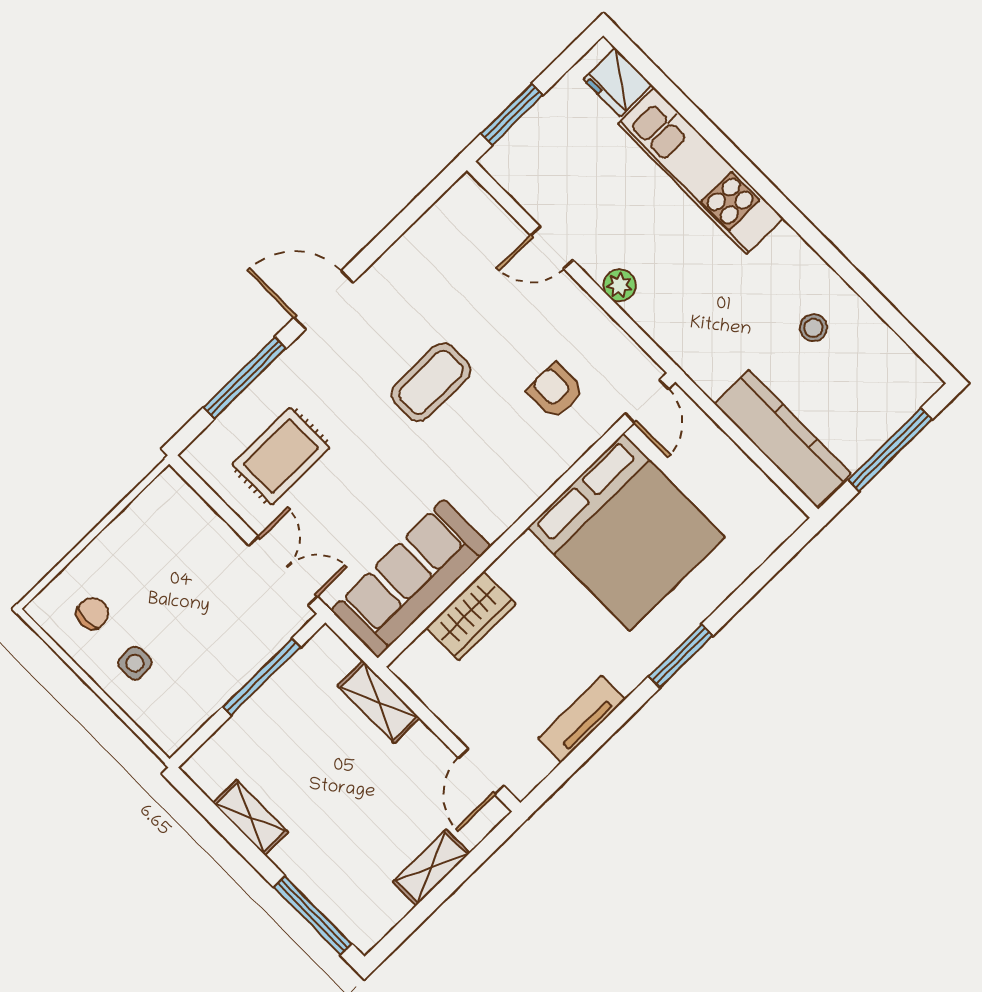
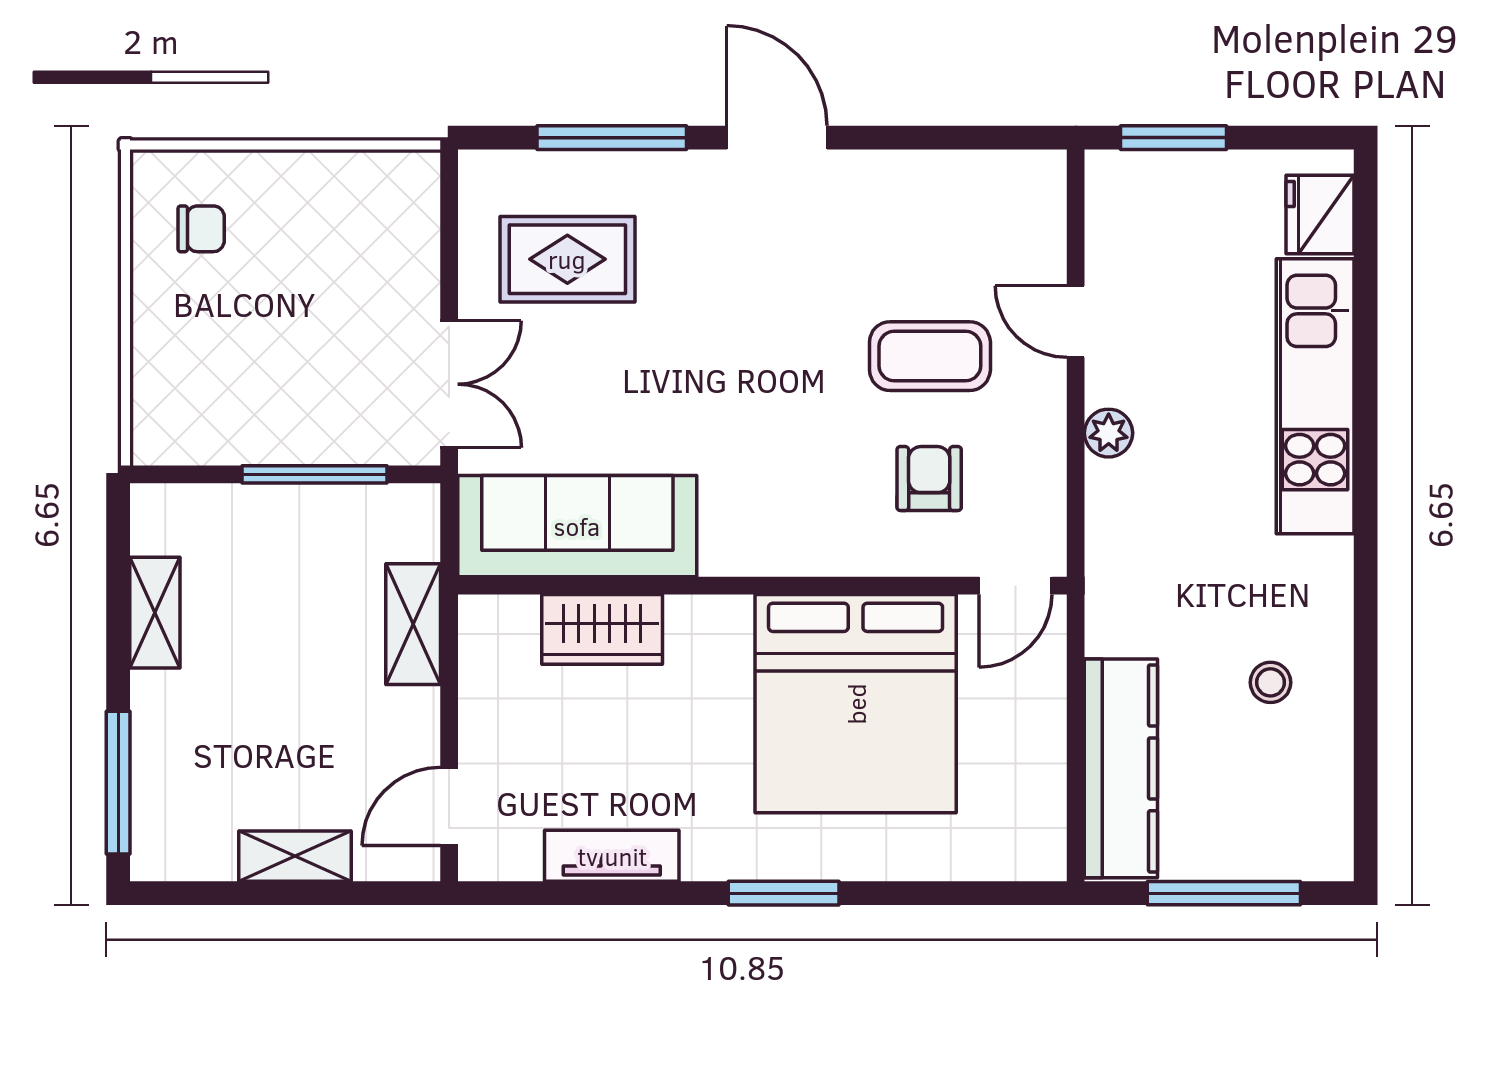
coffee table: (431, 382) -> (930, 356), moved
side table: (135, 663) -> (194, 326), removed

